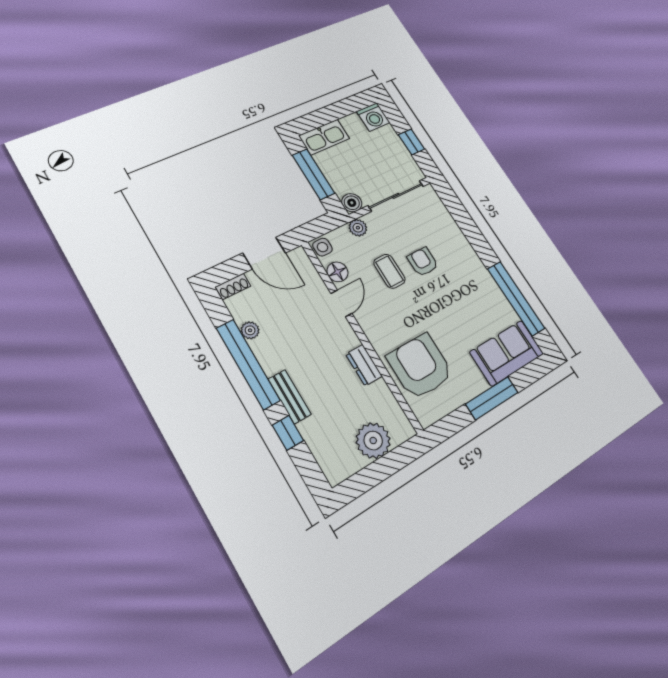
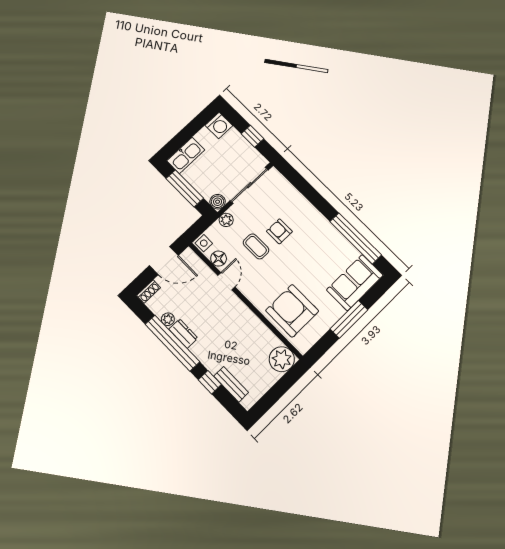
dresser: (364, 365) -> (183, 334), moved, turned 180
bench: (290, 397) -> (231, 384), moved
plant: (373, 441) -> (282, 359), moved

